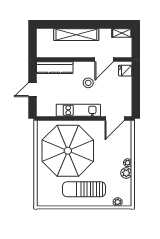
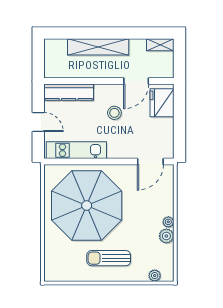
fridge: (125, 71) -> (162, 103), width x1.88, depth x1.34
door: (32, 90) -> (38, 122), swing flipped
kitchen unit: (78, 110) -> (76, 150), moved
sun lounger: (84, 189) -> (109, 258), width x0.73, depth x0.75

